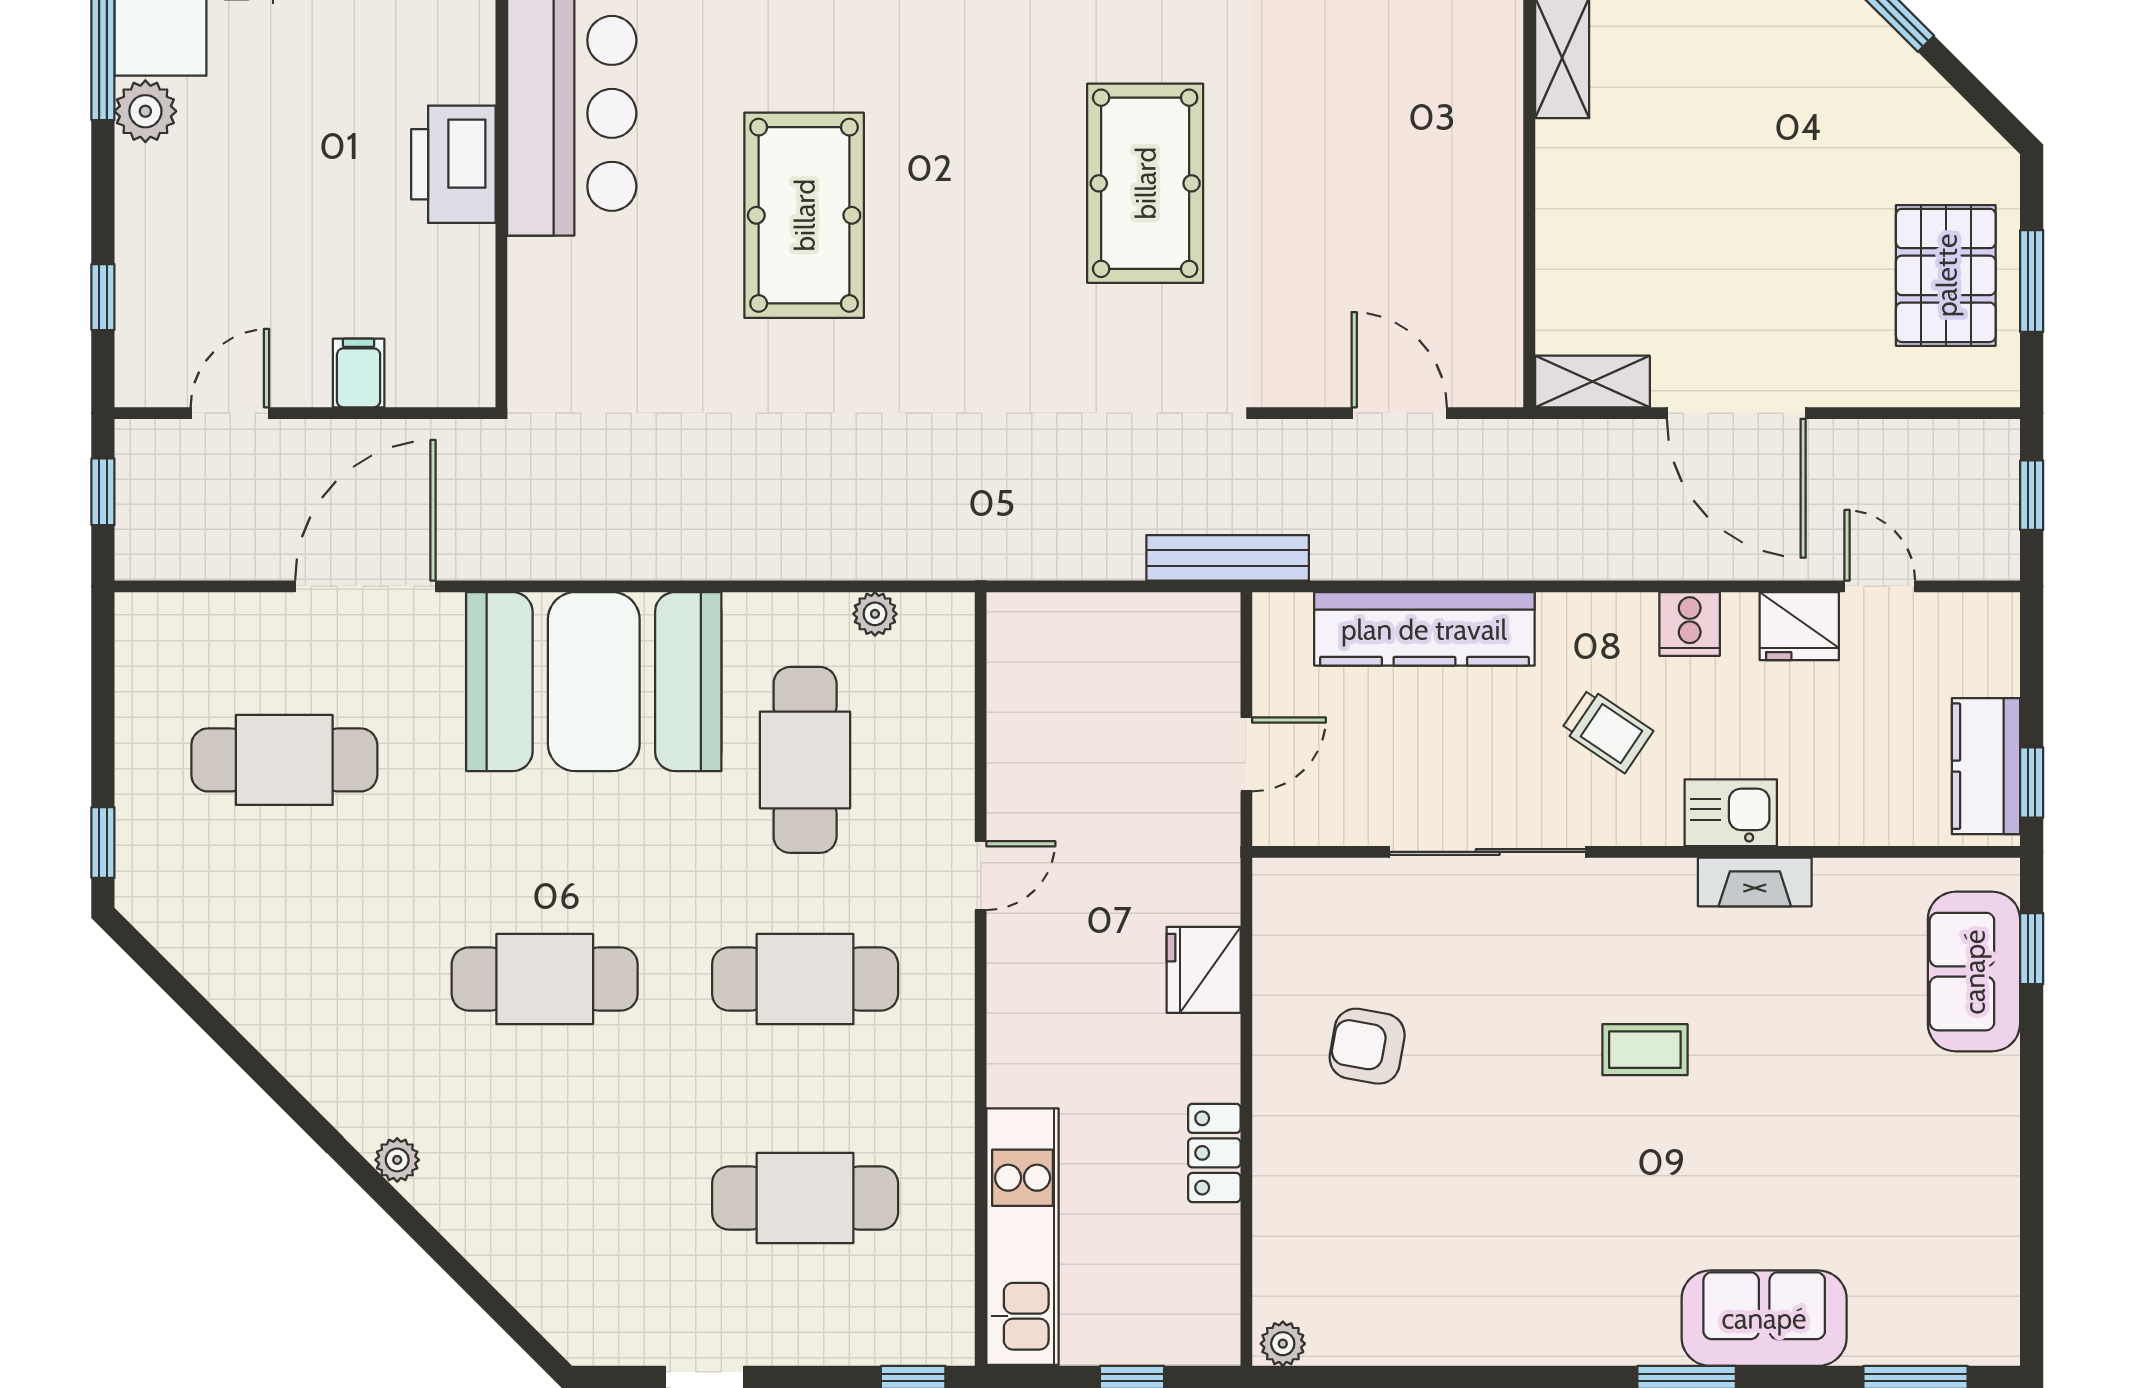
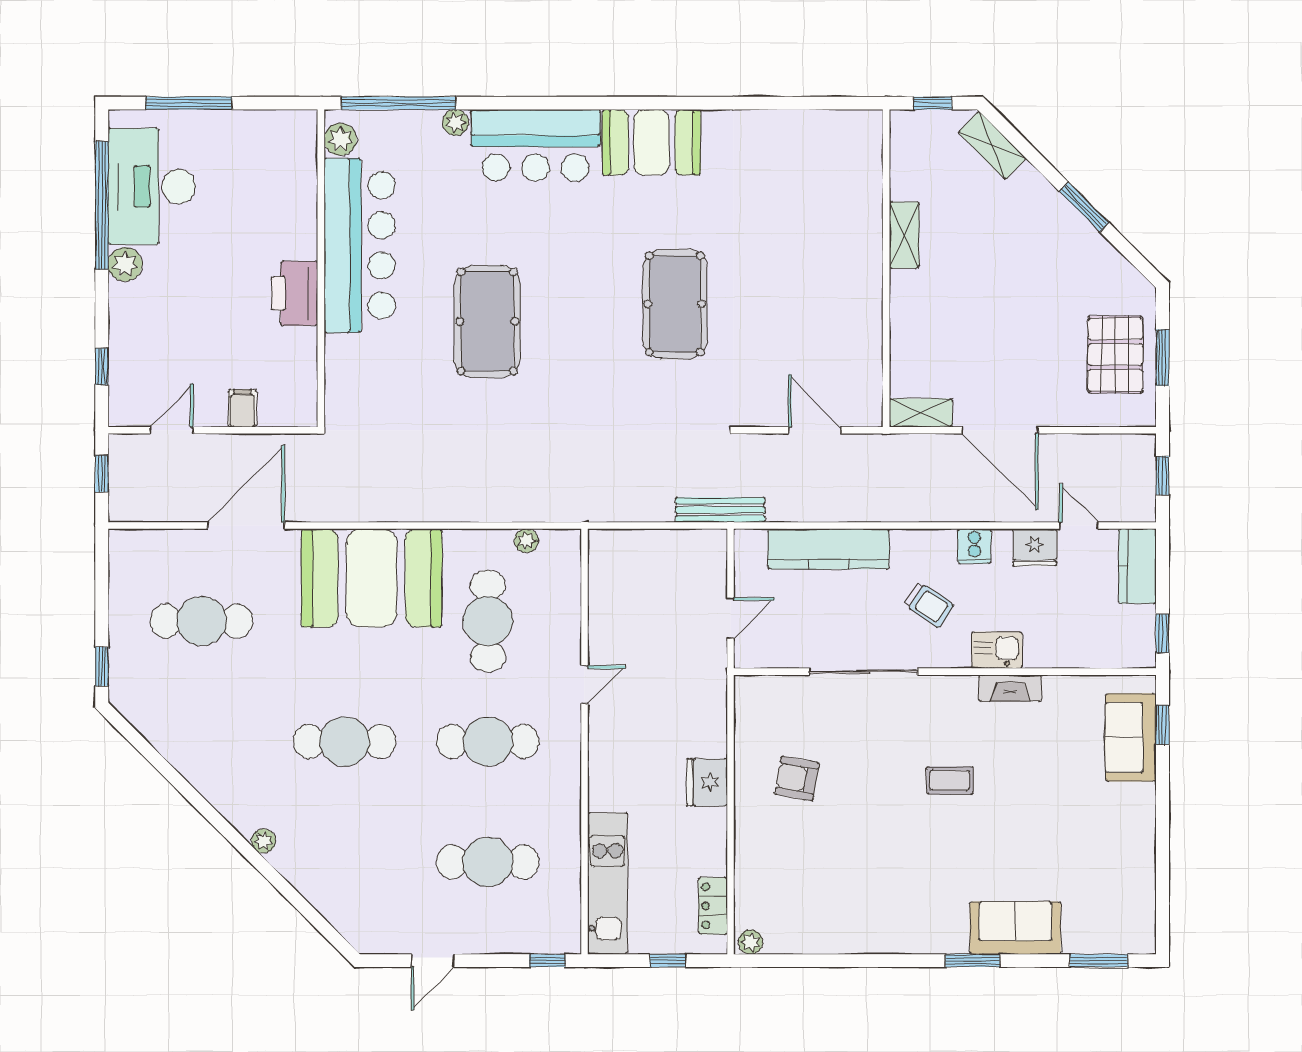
kitchen counter: (1986, 766) -> (1137, 566), moved
fridge: (1204, 970) -> (707, 782), moved
locker: (1214, 1153) -> (713, 906), moved

